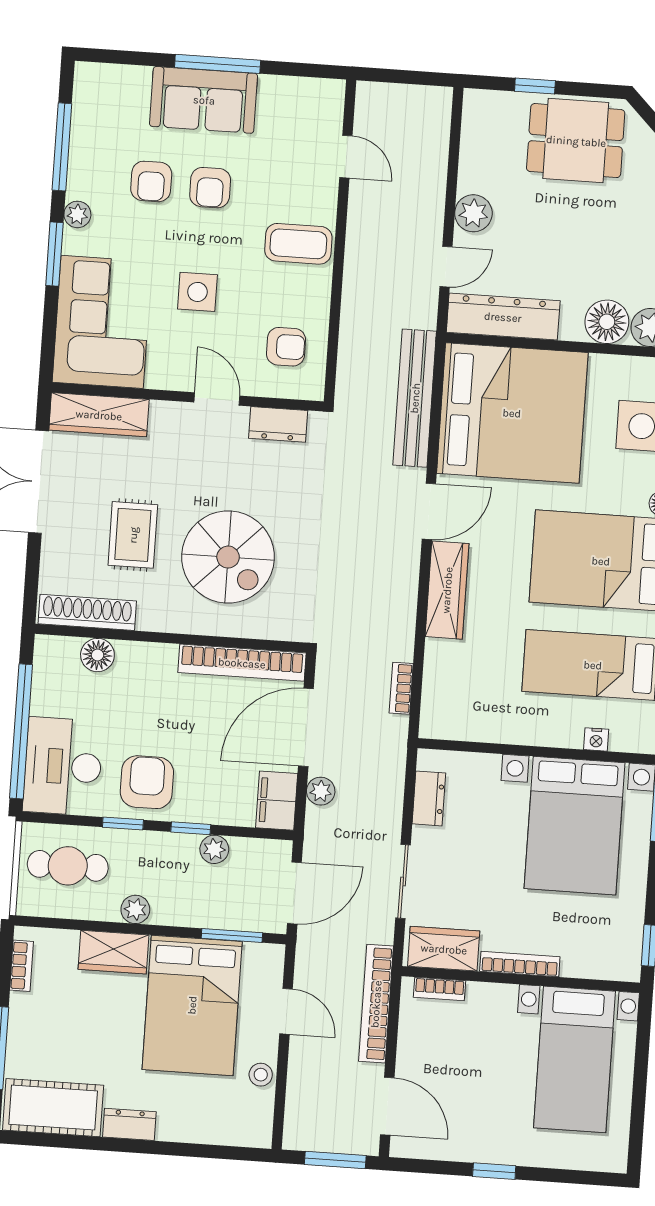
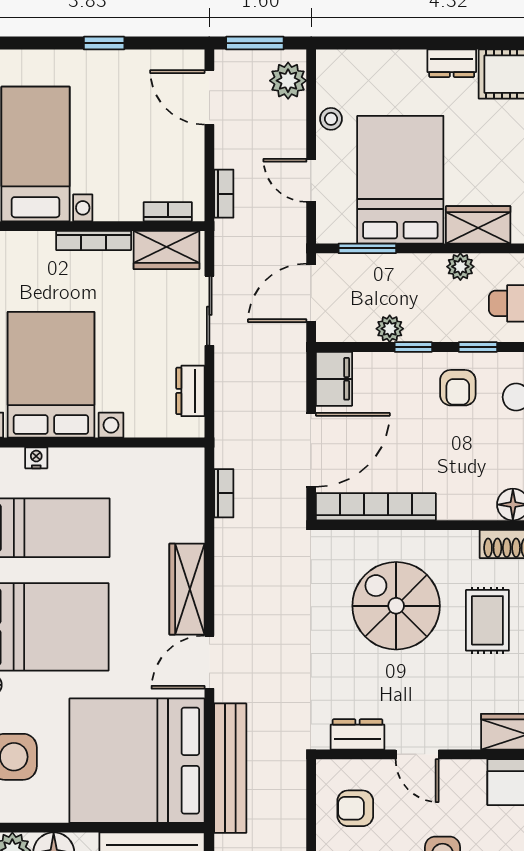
armchair: (147, 782) -> (458, 388), width x0.72, depth x0.72
plant: (321, 791) -> (288, 81), moved, width x1.38, depth x1.38
bookcase: (376, 1004) -> (224, 194), width x0.43, depth x0.76

